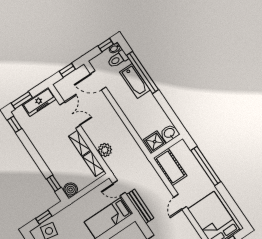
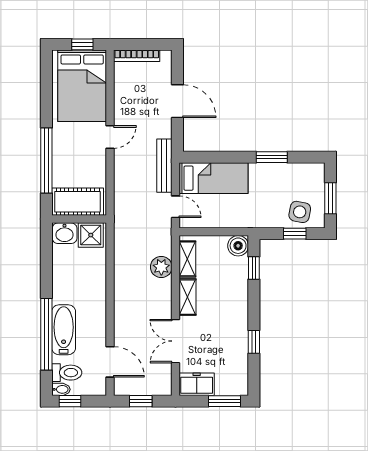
freezer: (39, 102) -> (197, 384), width x0.71
window: (15, 124) -> (254, 342), moved
cot: (170, 167) -> (78, 202), moved, turned 90

